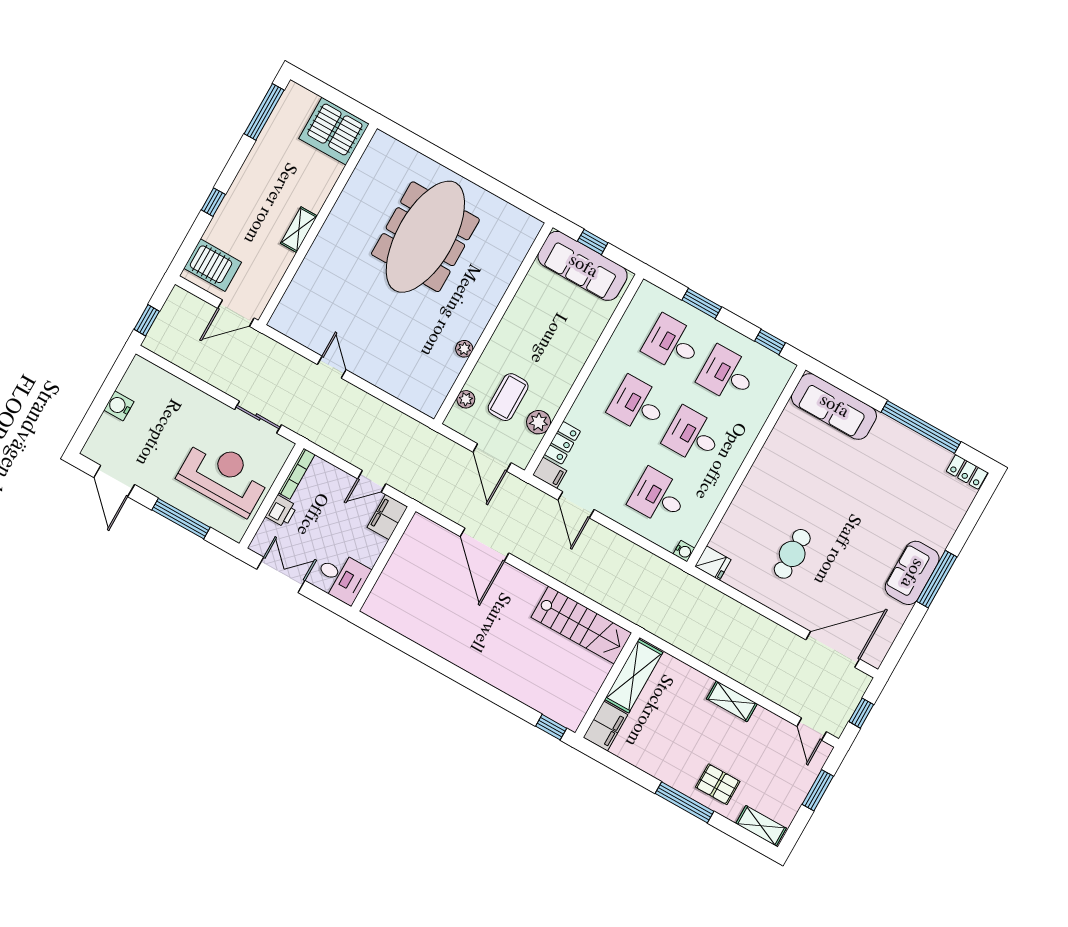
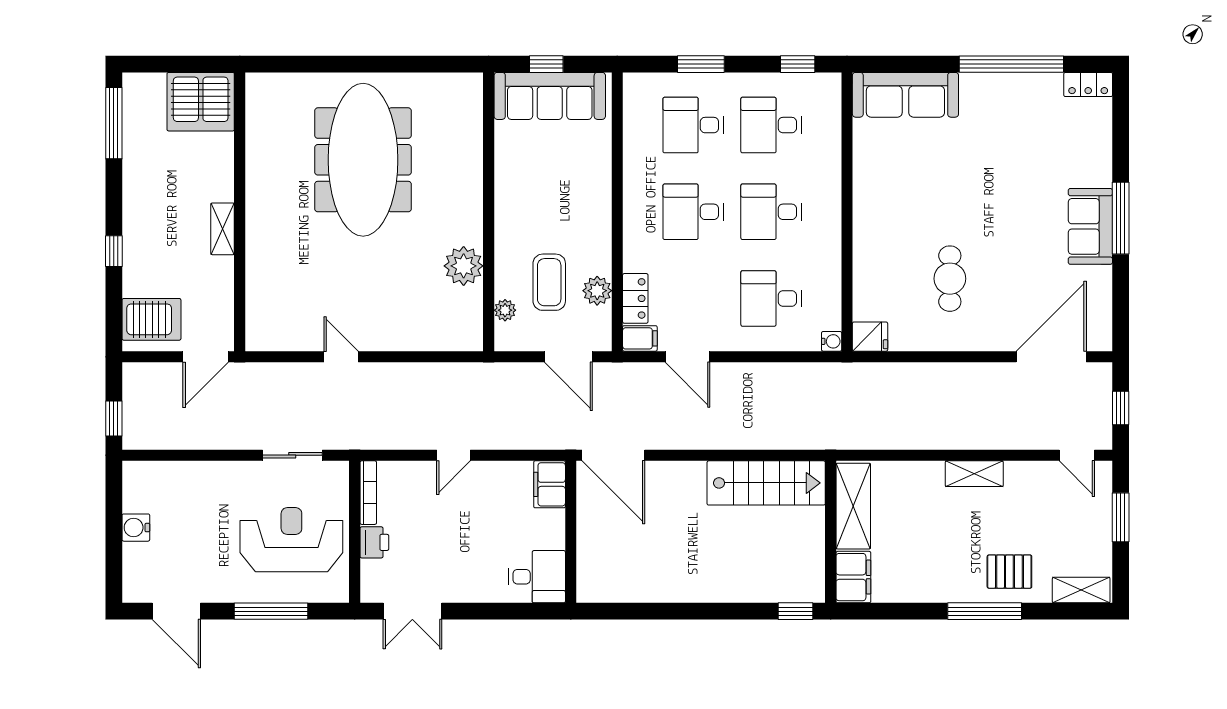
plant: (464, 349) -> (464, 266), width x1.87, depth x1.87
filing cabinet: (387, 517) -> (550, 484), moved
wall: (383, 559) -> (571, 532), moved
double door: (281, 575) -> (412, 611), swing flipped
desk: (342, 577) -> (537, 577), moved

